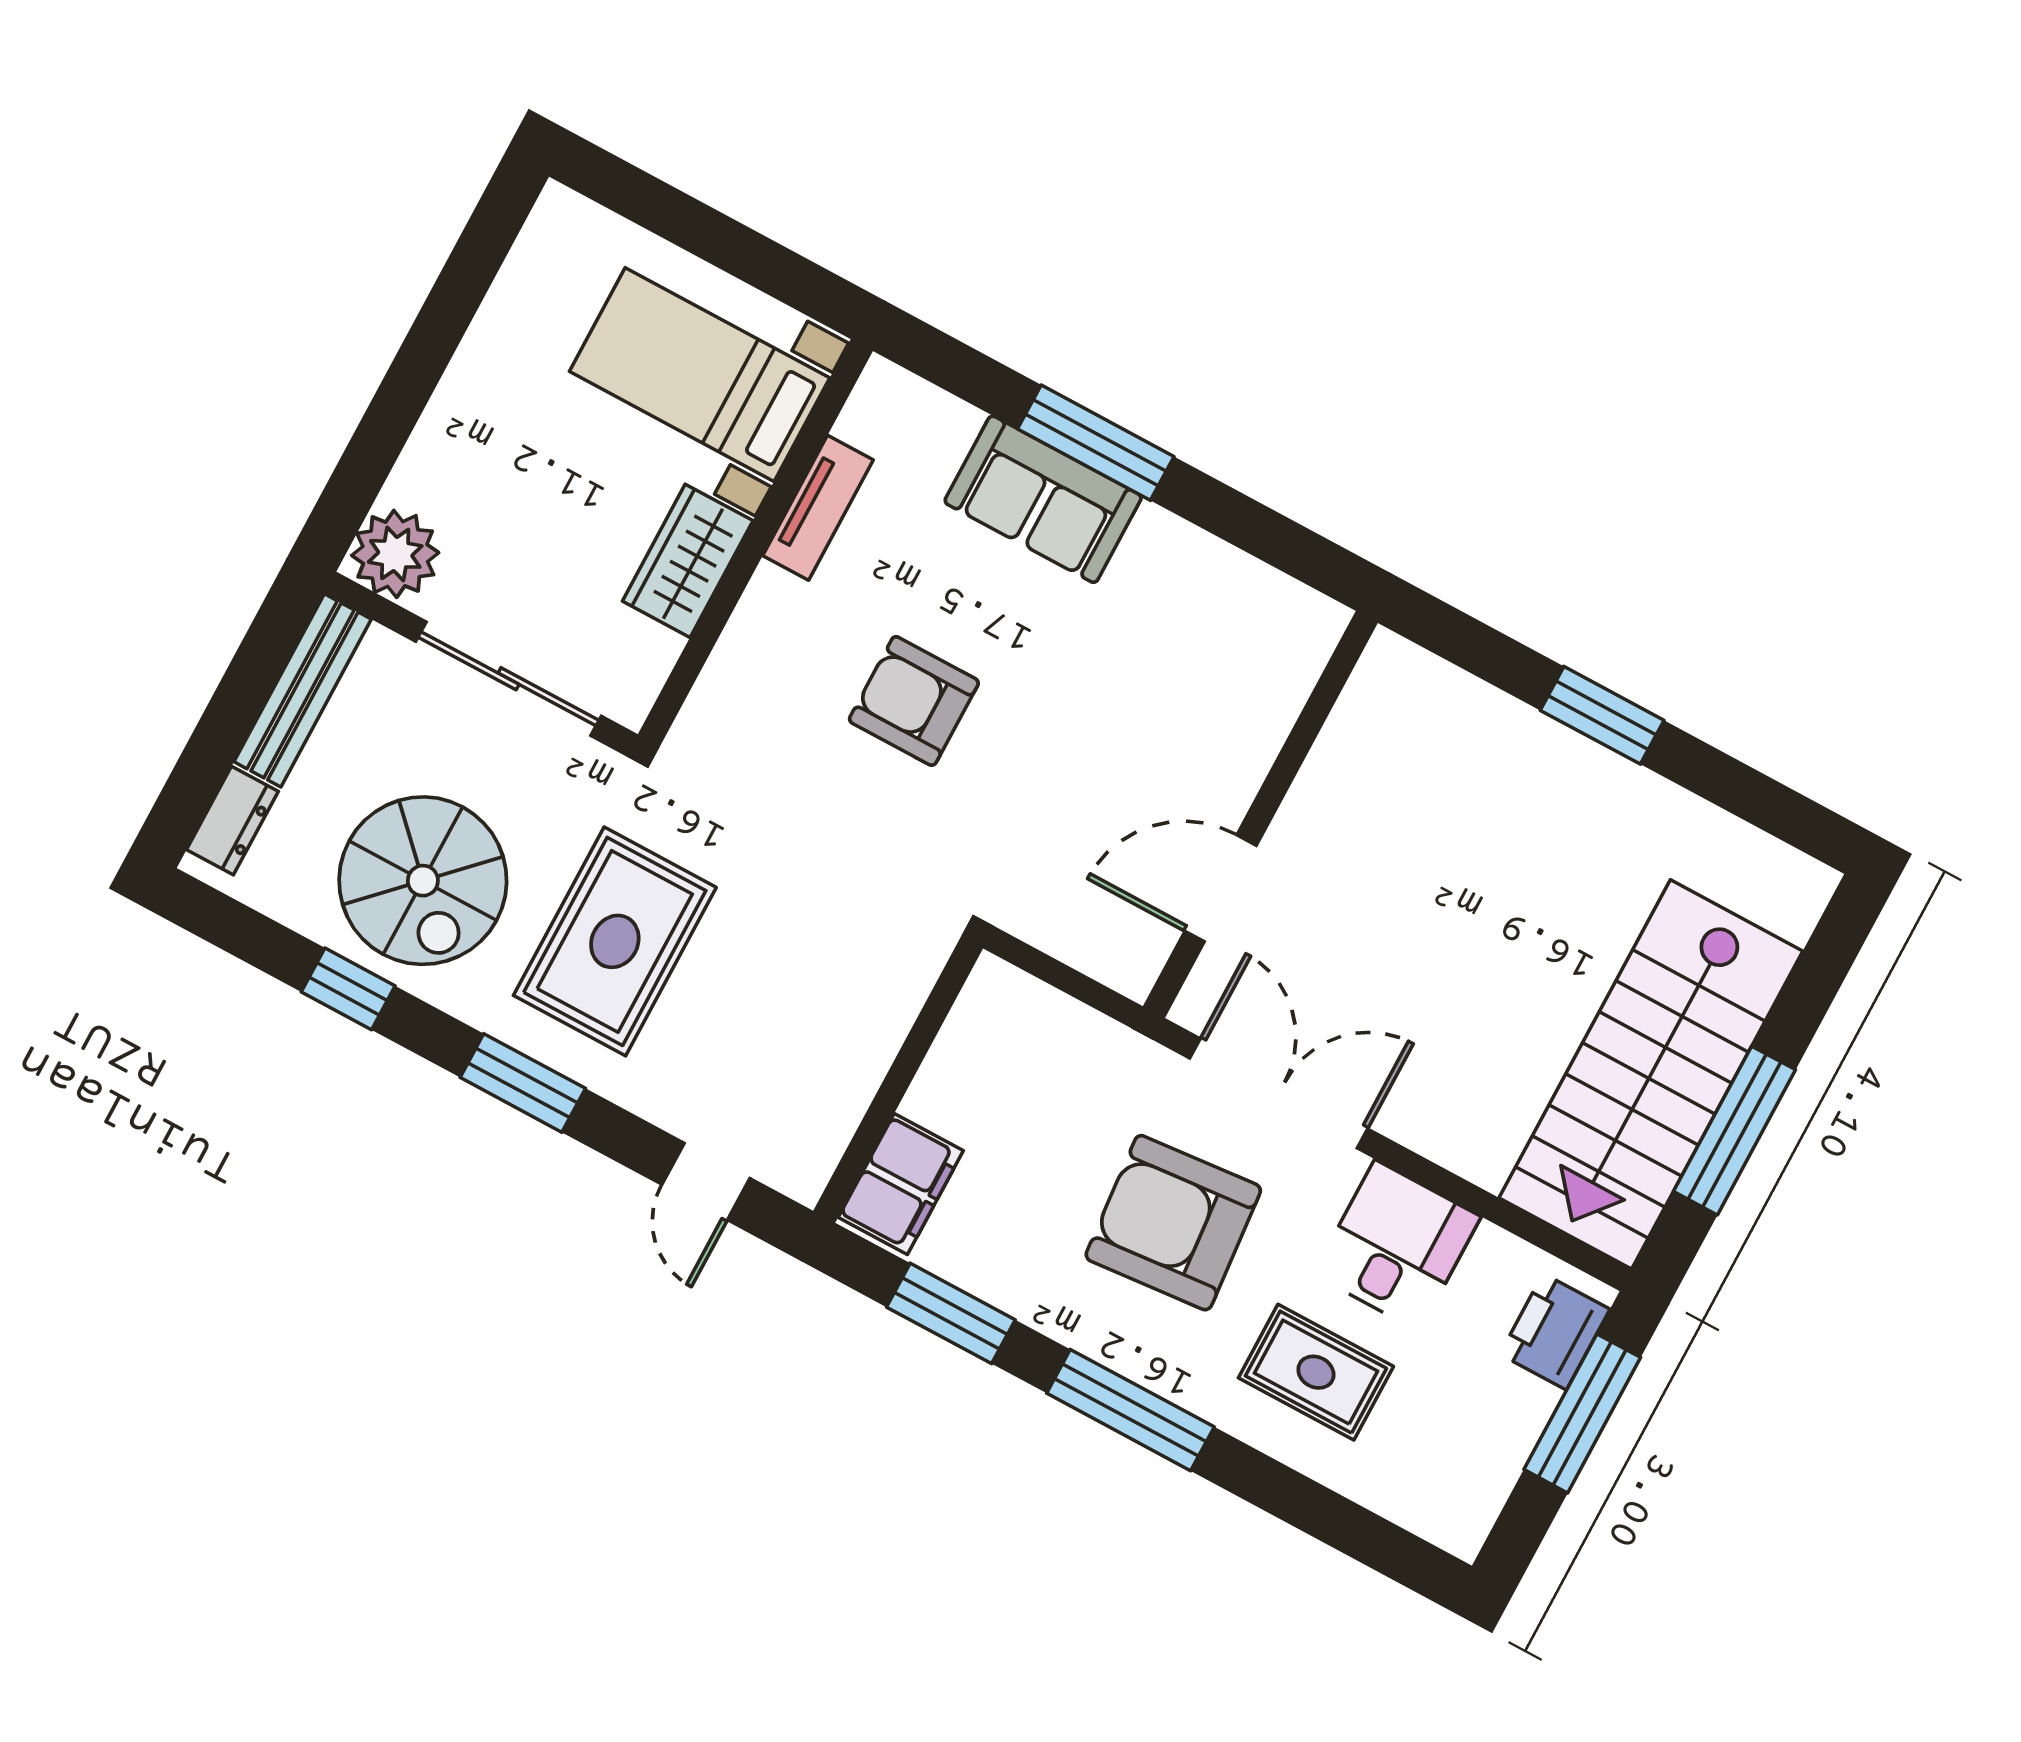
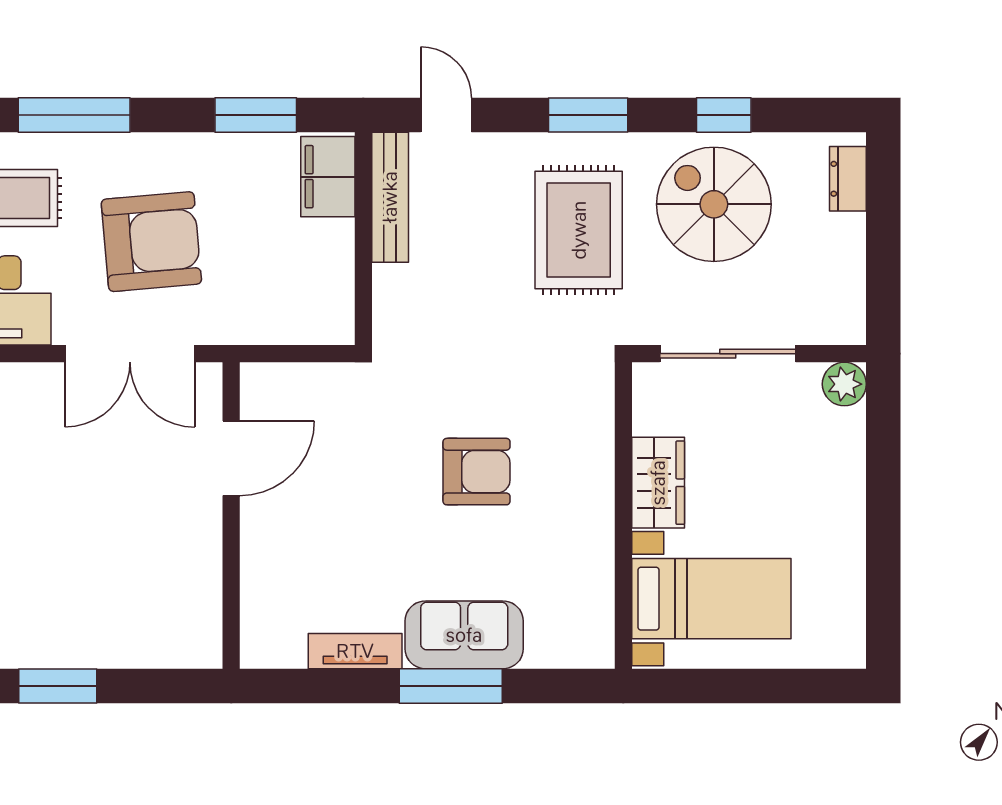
tv unit: (818, 508) -> (355, 651), moved, turned 90
plant: (395, 554) -> (844, 384), width x0.73, depth x0.73
bench: (303, 690) -> (390, 197), moved
window: (1130, 1410) -> (74, 115), moved

